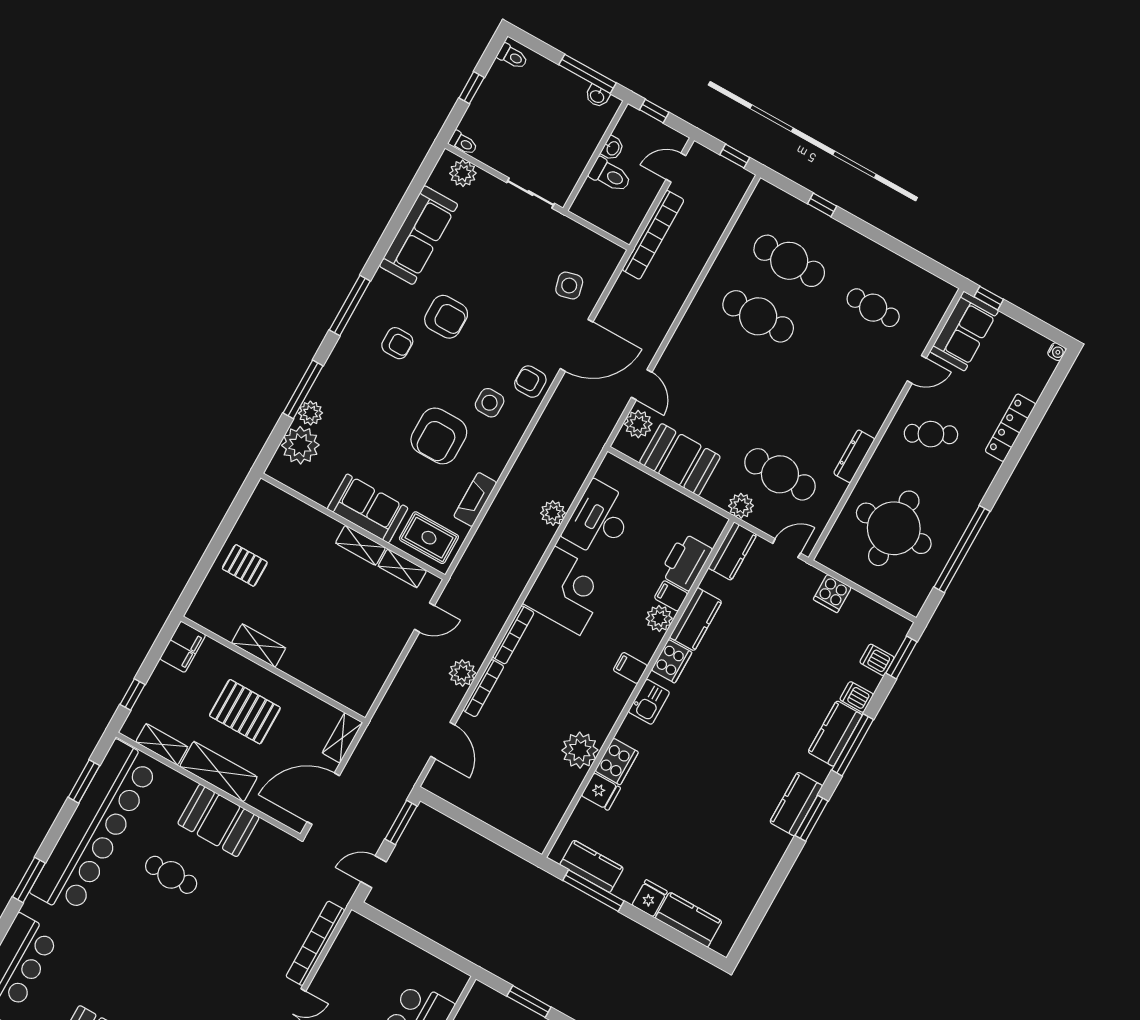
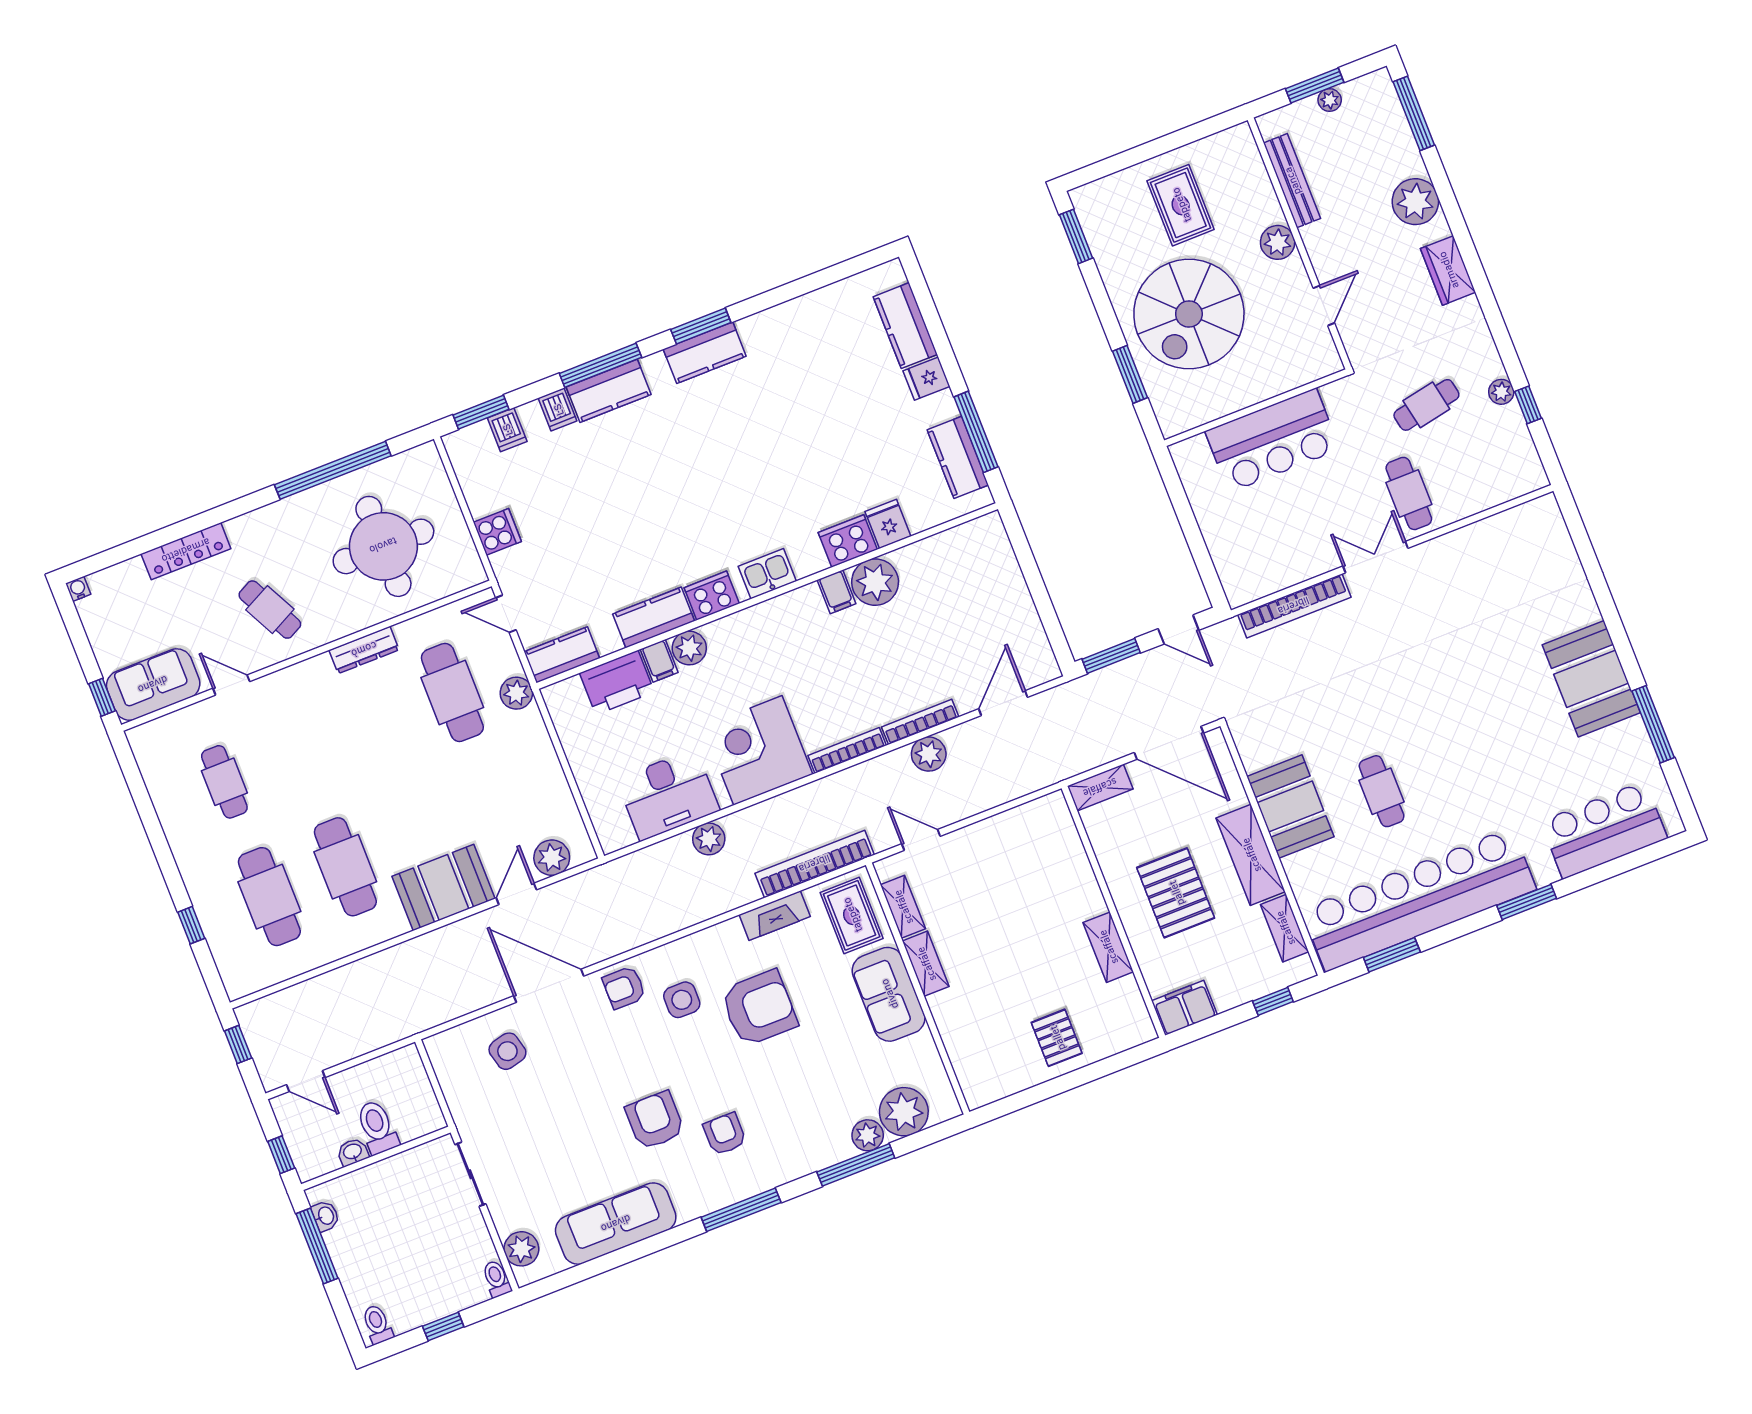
bookcase: (653, 235) -> (815, 864), moved
armchair: (530, 382) -> (624, 987), turned 90
booth: (680, 460) -> (443, 888), moved, turned 90
filing cabinet: (630, 668) -> (836, 592), moved

